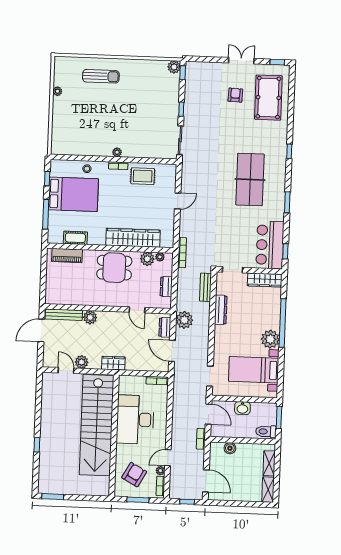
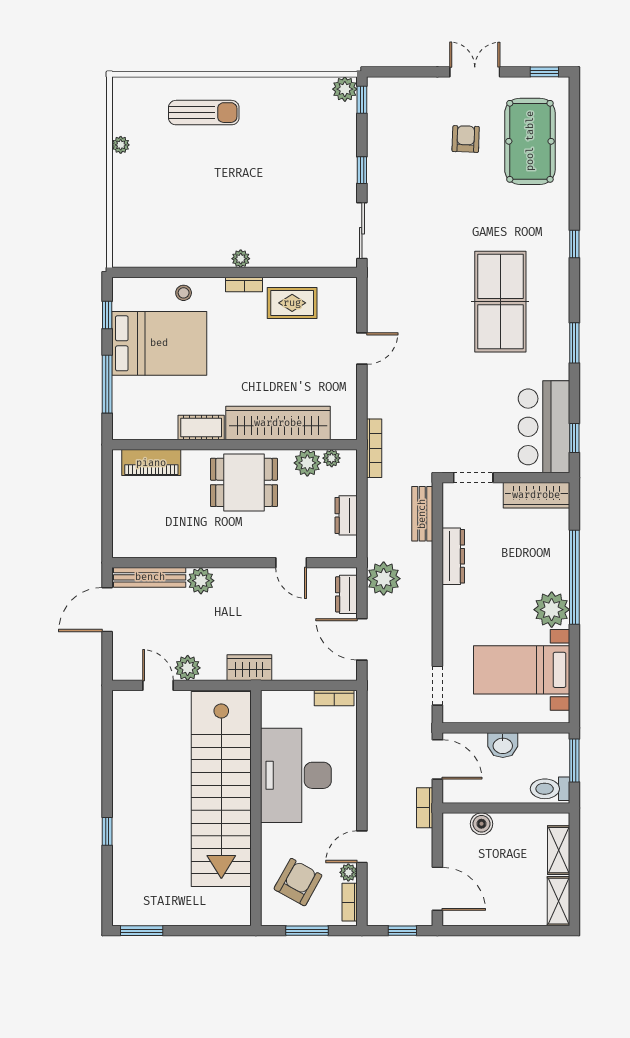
cot: (75, 238) -> (201, 427), moved

